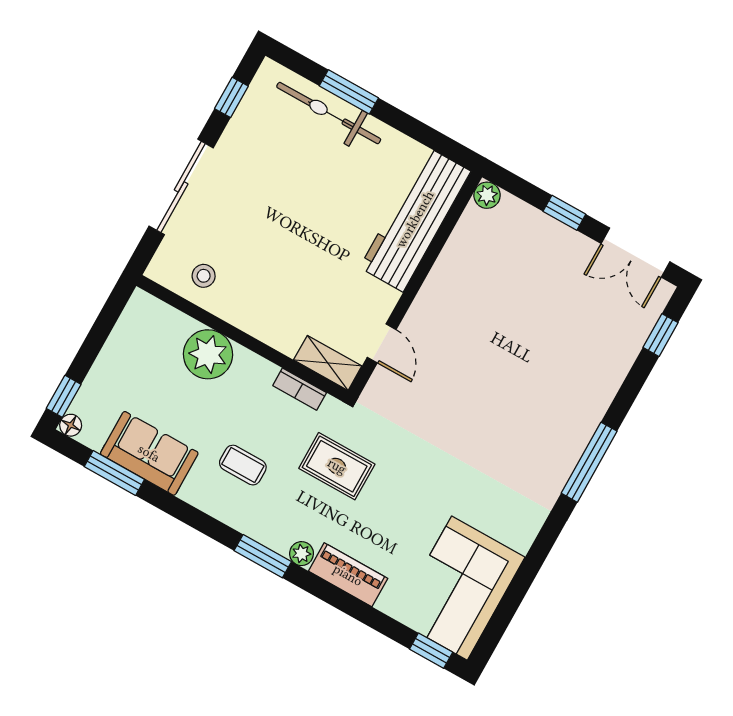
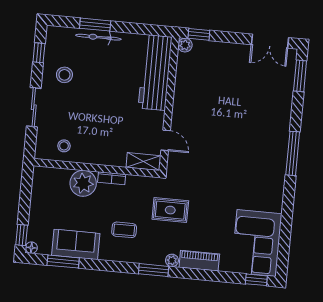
bicycle: (329, 113) -> (98, 37), width x0.73, depth x0.71
stool: (258, 155) -> (64, 75), added
sliding door: (181, 187) -> (34, 107), width x0.73
window: (564, 213) -> (199, 34), moved
window: (661, 335) -> (300, 76), width x1.50
bookcase: (300, 389) -> (112, 178), moved

